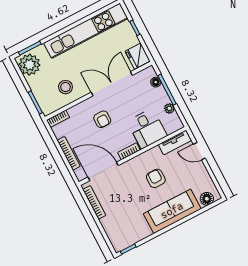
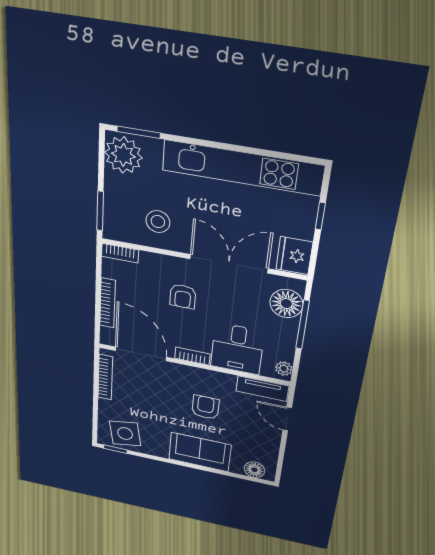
floor lamp: (156, 82) -> (286, 304), width x1.89, depth x1.89
plant: (169, 108) -> (284, 369), moved
sofa: (172, 211) -> (200, 452), width x0.73
side table: (127, 233) -> (125, 434), added

